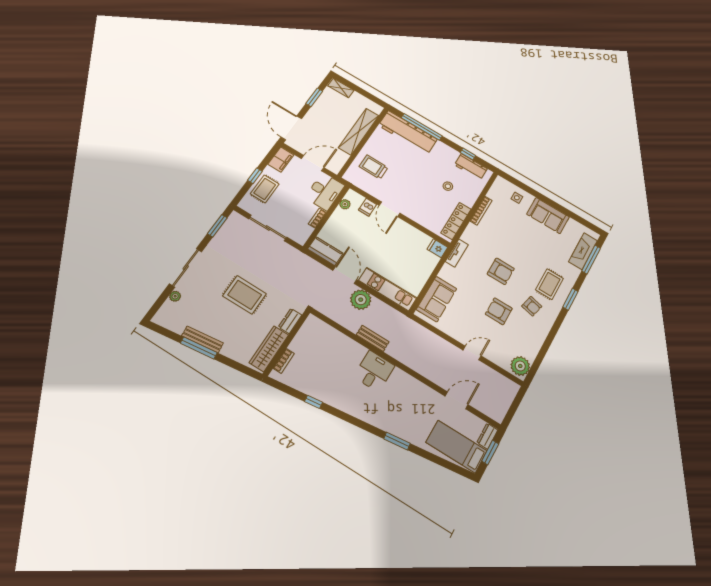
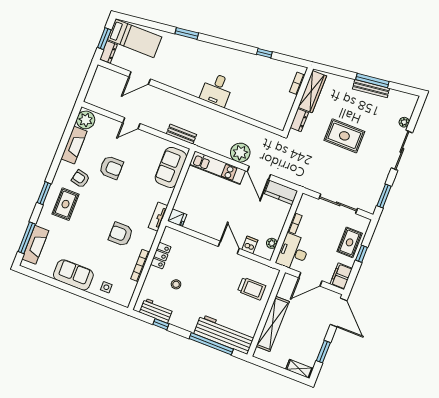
locker: (456, 221) -> (161, 256), width x0.66
armchair: (501, 271) -> (121, 234), moved
bench: (373, 338) -> (181, 134), moved
fireplace: (535, 342) -> (74, 145), added

